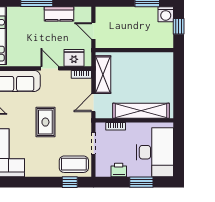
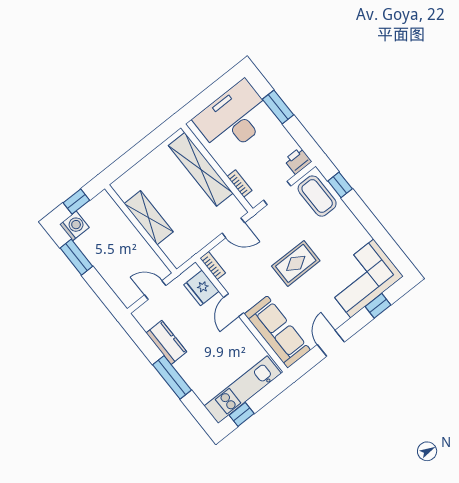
door: (93, 31) -> (155, 290), swing flipped
shelving: (103, 75) -> (149, 218), moved, turned 90
printer: (119, 170) -> (298, 161), moved, turned 90

